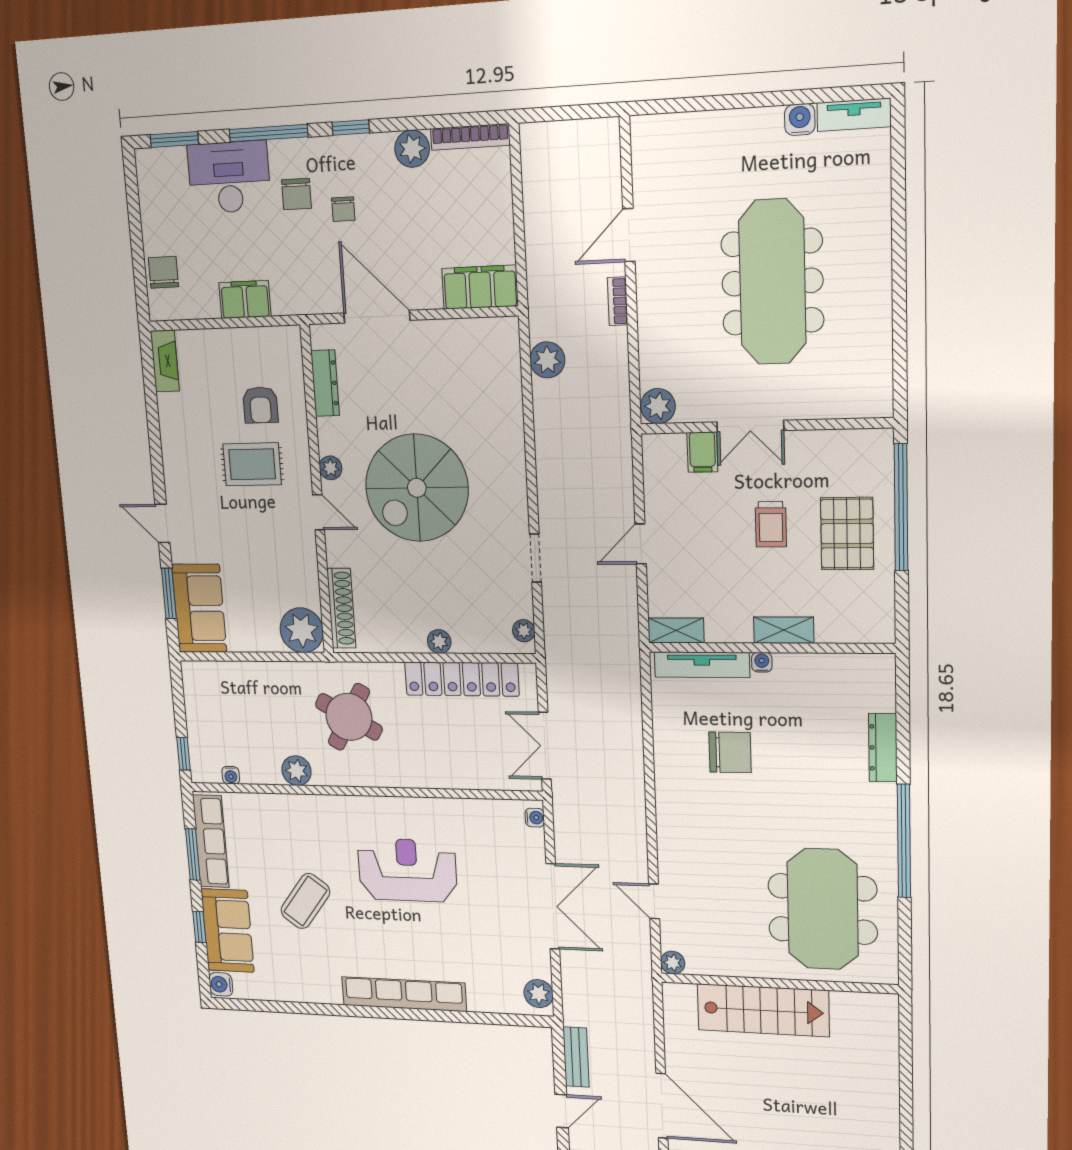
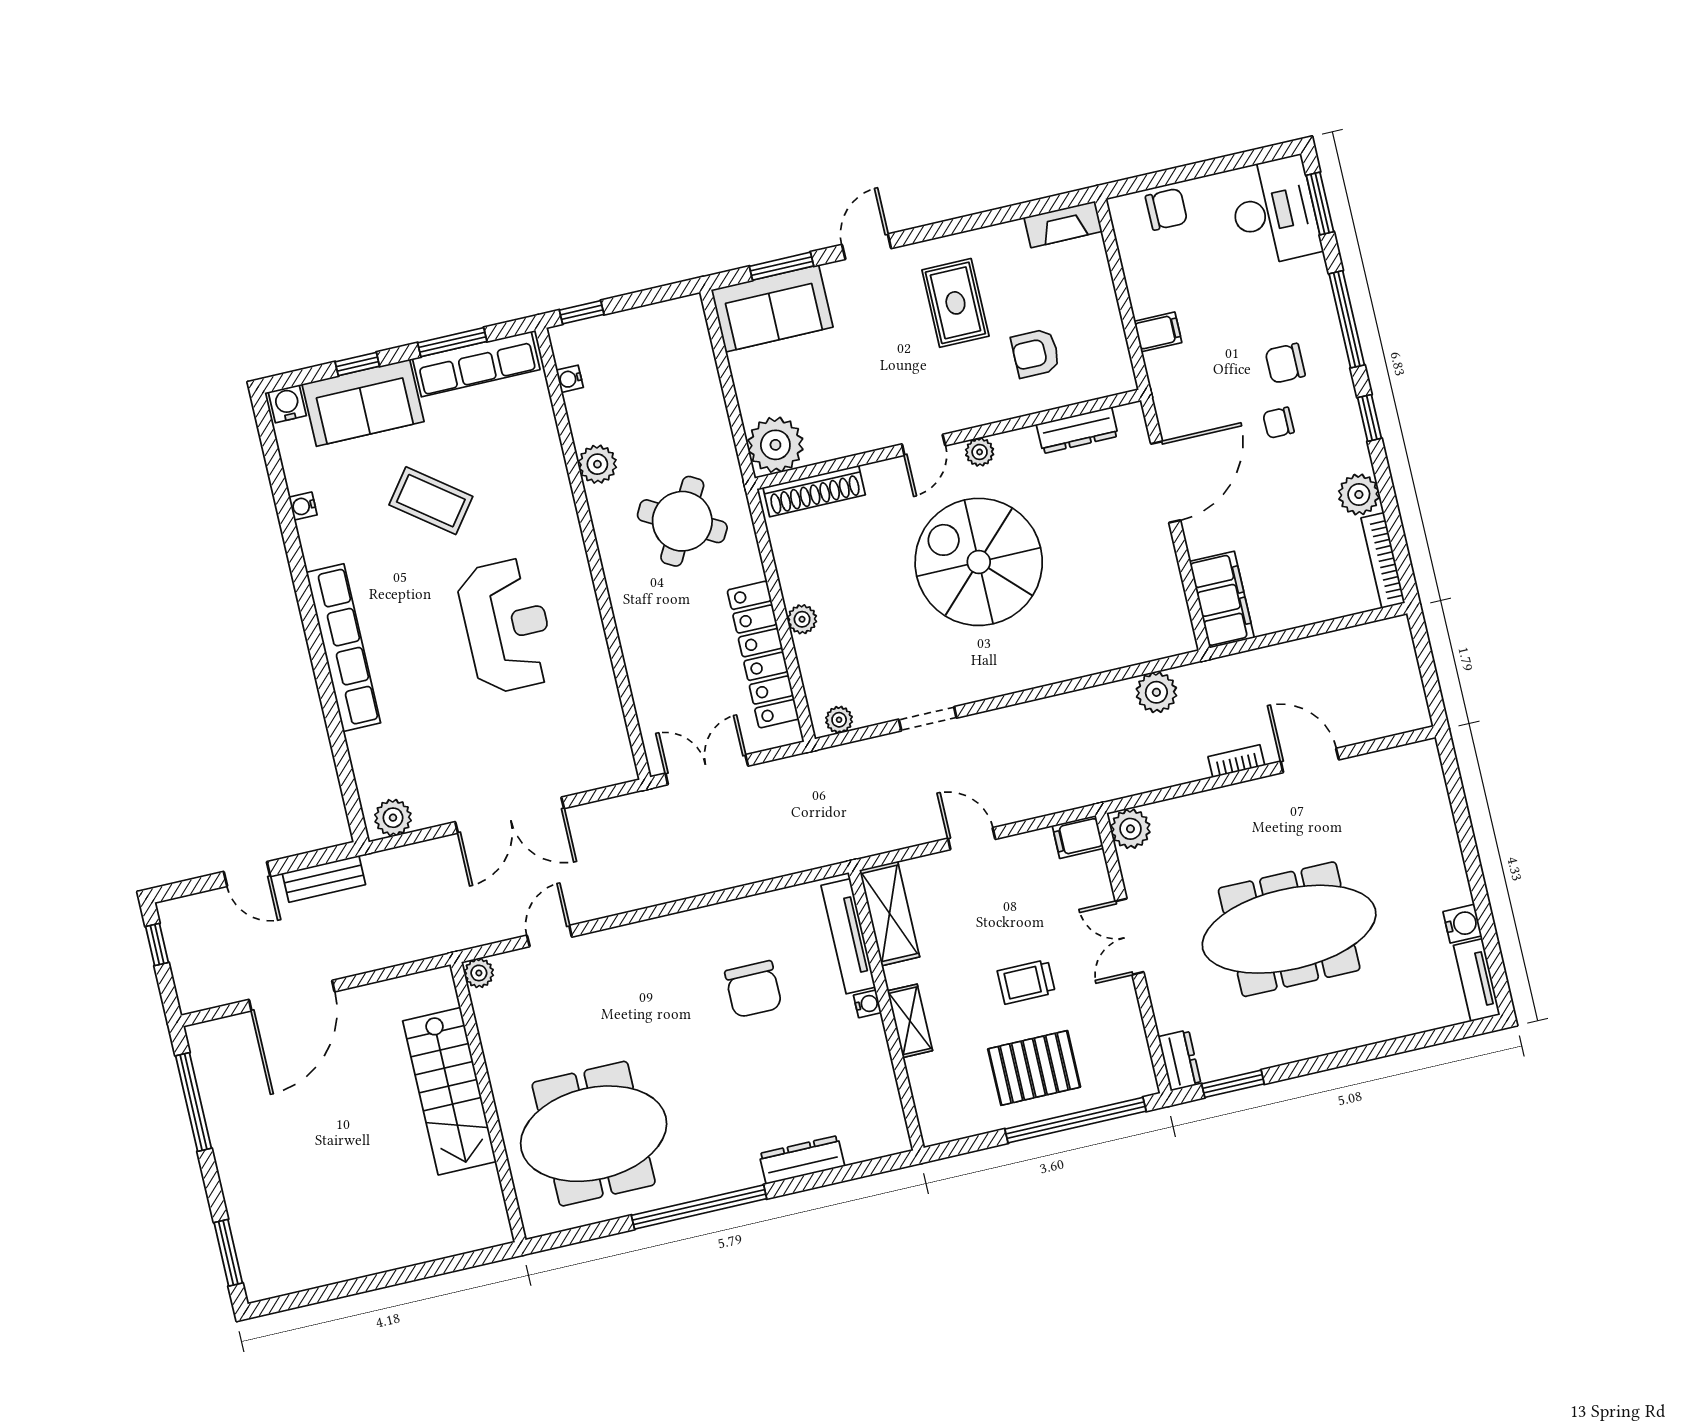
desk: (229, 177) -> (1274, 211), moved
filing cabinet: (245, 300) -> (1158, 332), width x0.50
window: (900, 360) -> (1233, 1084), added
dresser: (868, 404) -> (1180, 1060), added
filing cabinet: (702, 452) -> (1078, 837), moved
rug: (252, 464) -> (955, 303), moved
shelving: (676, 630) -> (890, 913), width x1.50, depth x1.33
water cooler: (535, 818) -> (303, 506), moved, turned 90

